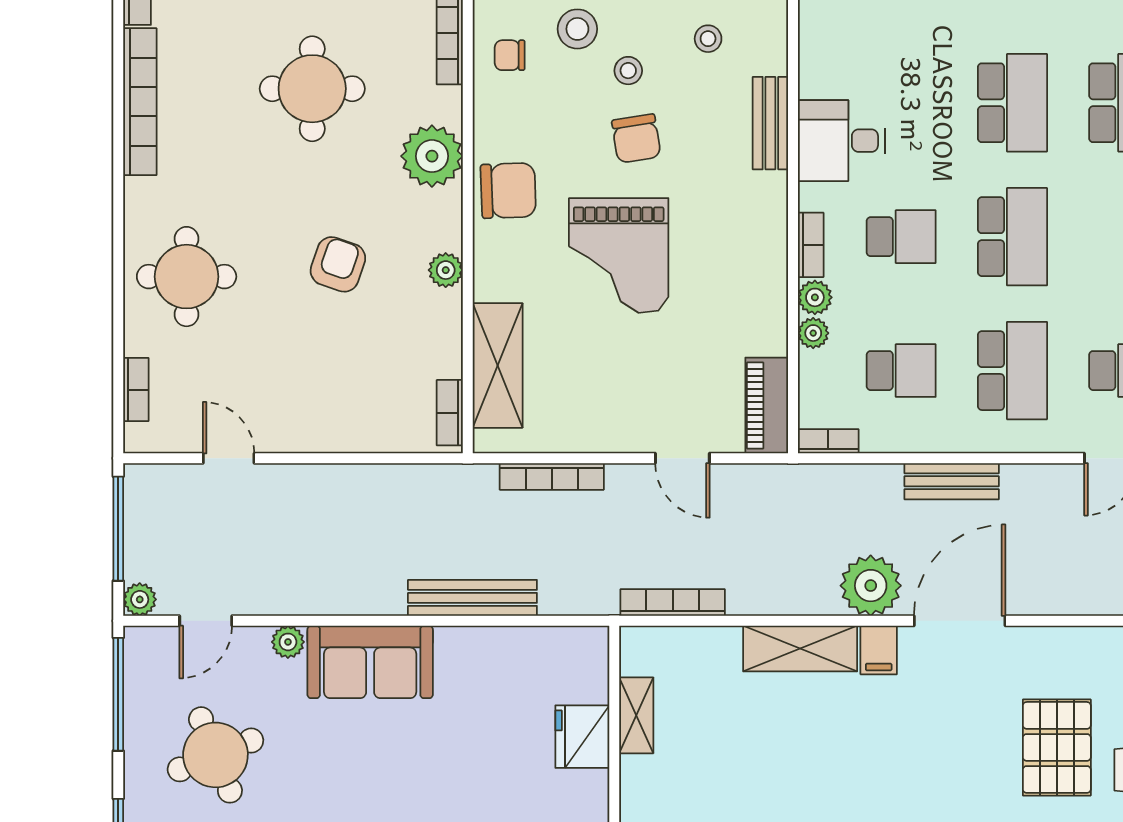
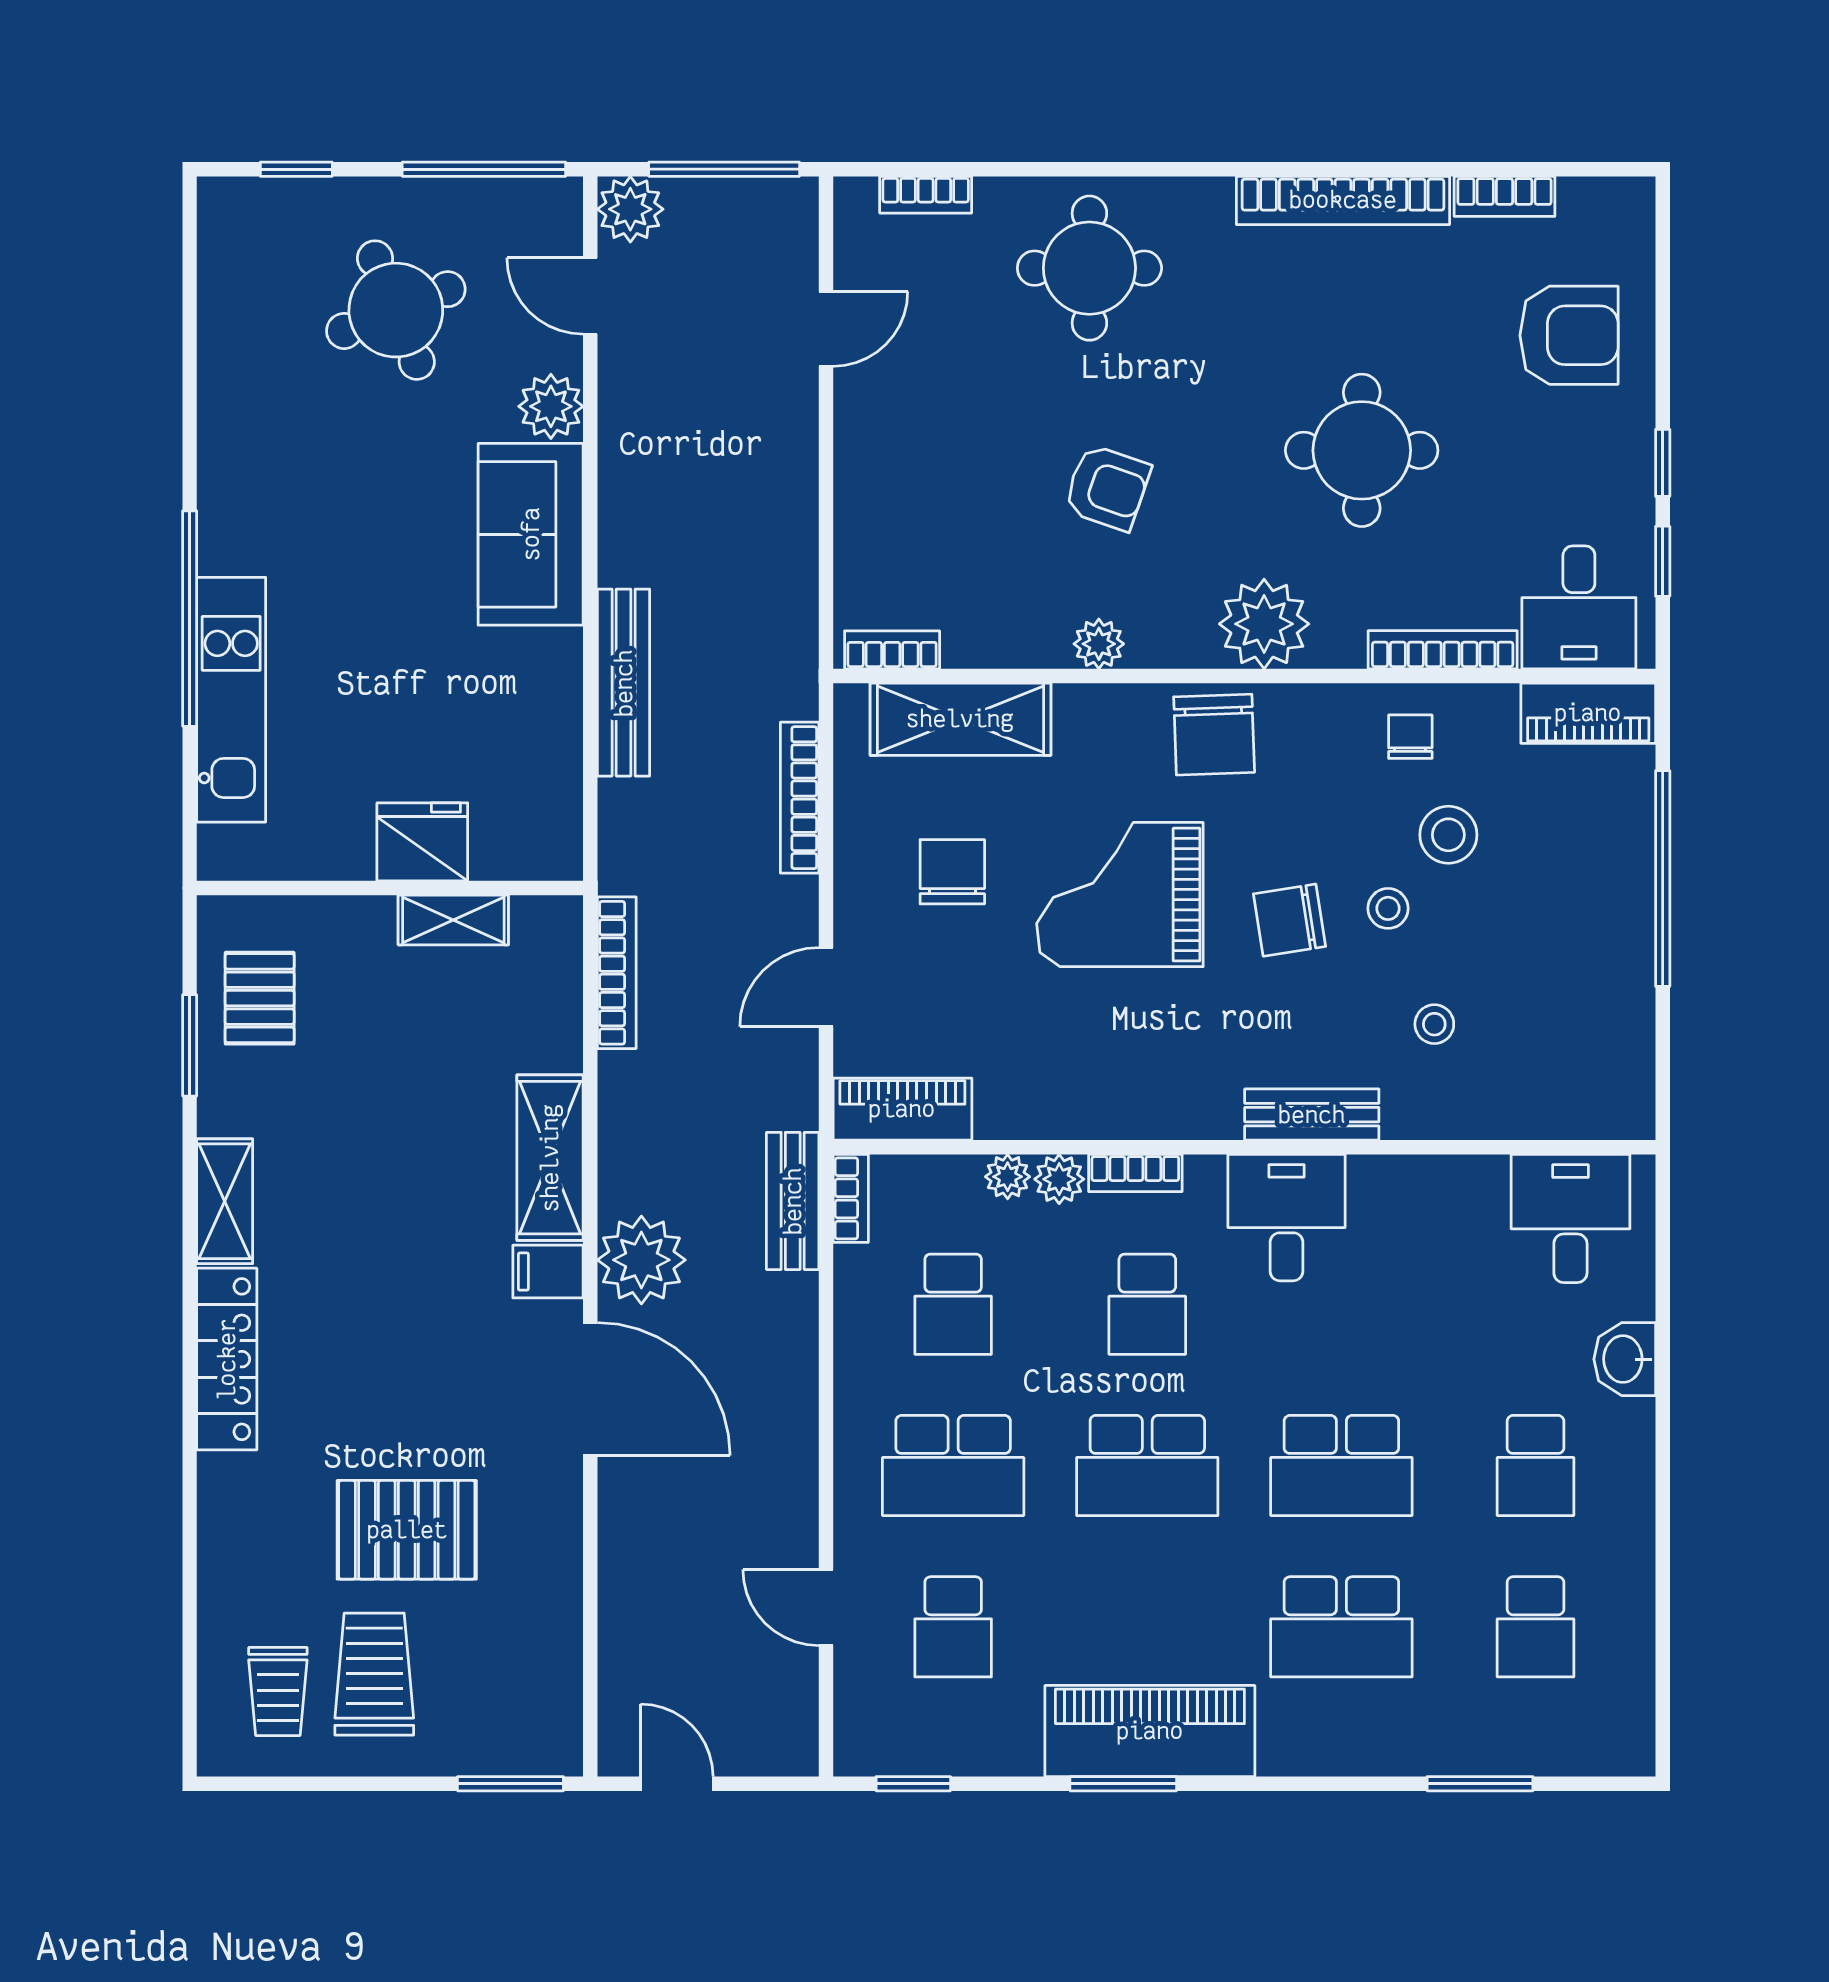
chair: (603, 371) -> (952, 872), added
bench: (952, 481) -> (793, 1201), moved
plant: (140, 599) -> (630, 209), width x1.38, depth x1.38
plant: (288, 642) -> (551, 406), width x1.38, depth x1.38

